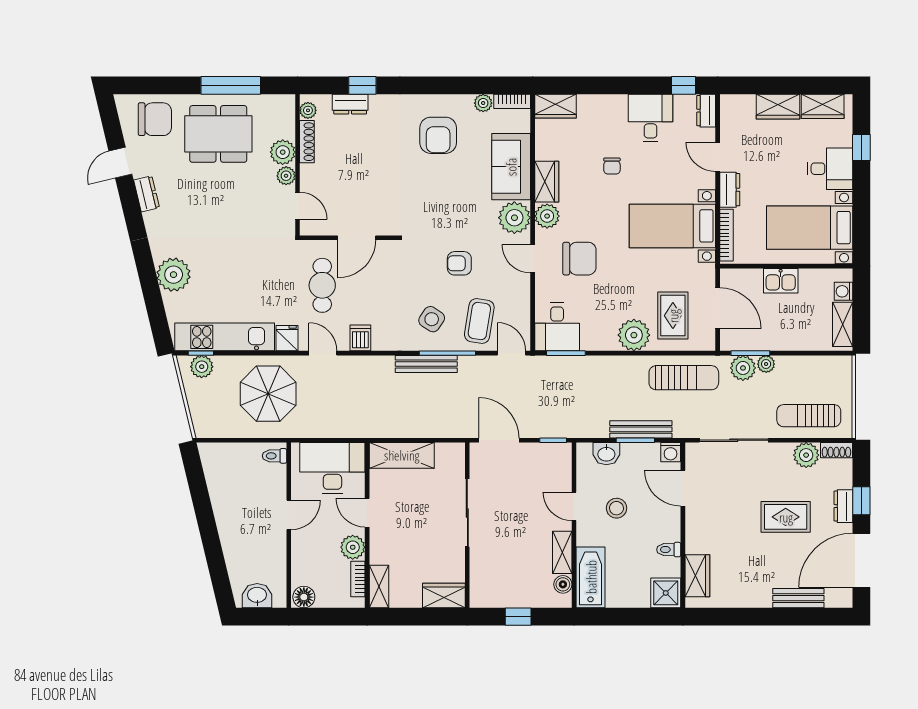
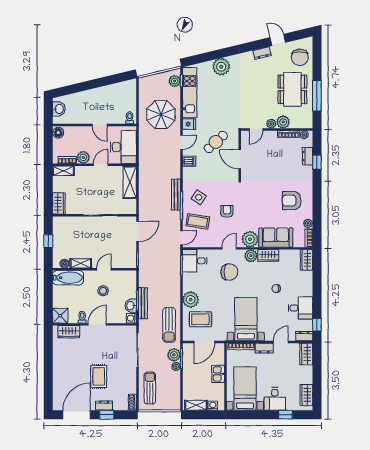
wardrobe: (778, 107) -> (306, 354), moved
chair: (579, 259) -> (229, 272), turned -90
cafe table: (322, 285) -> (216, 142), turned -42
washbasin: (606, 454) -> (131, 306), moved
plant: (806, 455) -> (130, 387), removed
door: (683, 488) -> (97, 324), moved
door: (861, 560) -> (77, 415), hinge flipped
bench: (798, 598) -> (58, 383), removed

